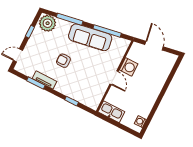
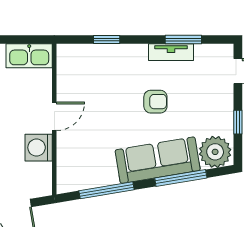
sofa: (90, 37) -> (158, 160), moved
door: (114, 78) -> (54, 116), swing flipped

